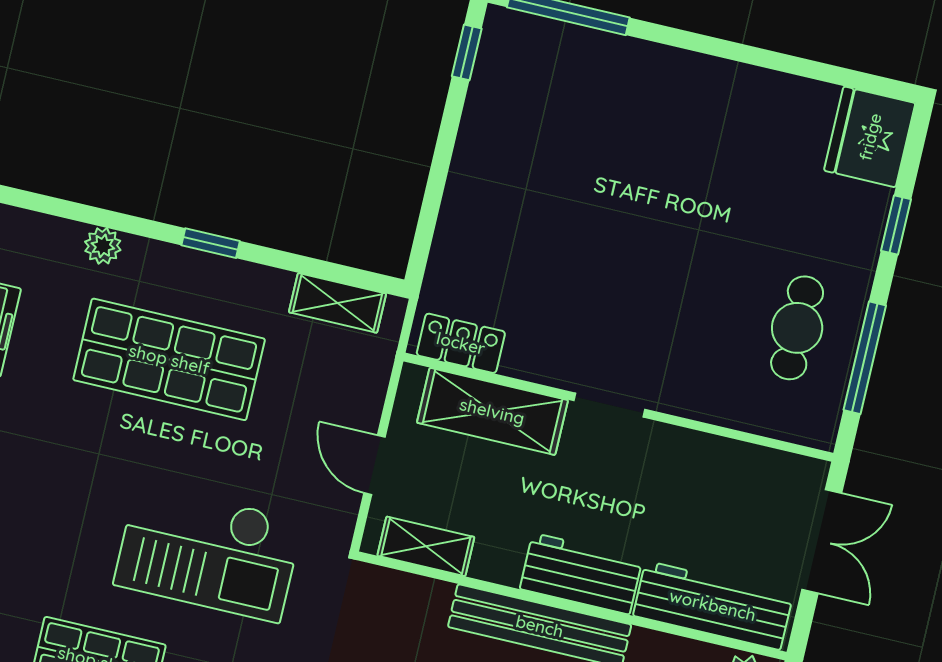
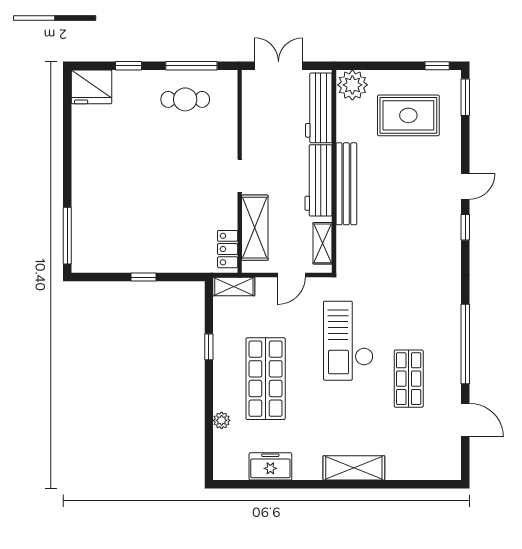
window: (467, 52) -> (143, 277), moved
window: (211, 243) -> (209, 347), moved
shelving: (337, 303) -> (234, 286), moved, turned 90
checkout: (208, 552) -> (348, 341), turned 180
workbench: (581, 574) -> (319, 180), width x1.37

